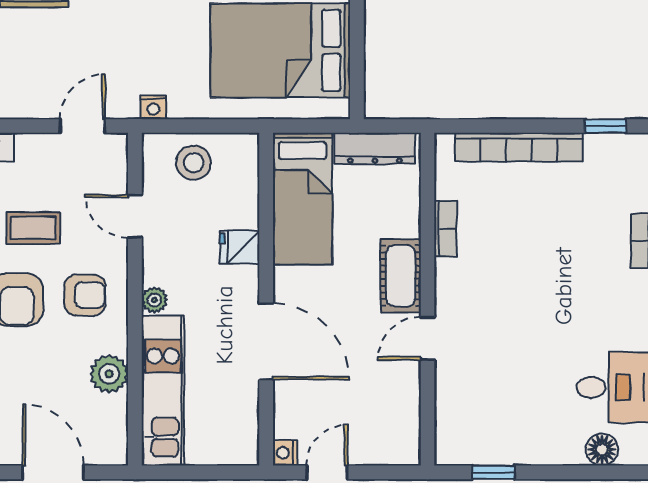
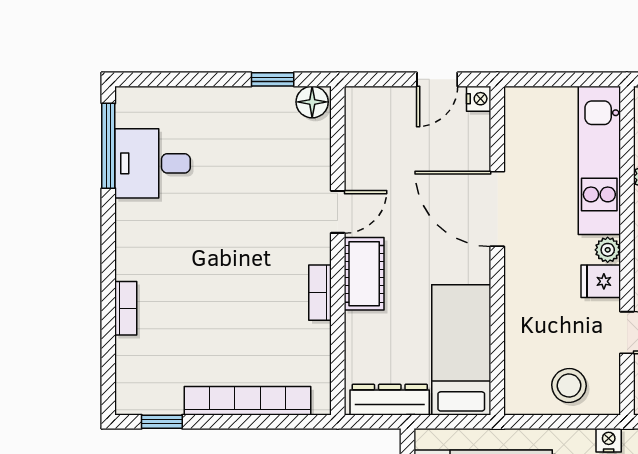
bookcase: (445, 228) -> (320, 293), moved
fridge: (240, 247) -> (601, 281), moved, turned 180
floor lamp: (602, 450) -> (312, 102), moved

